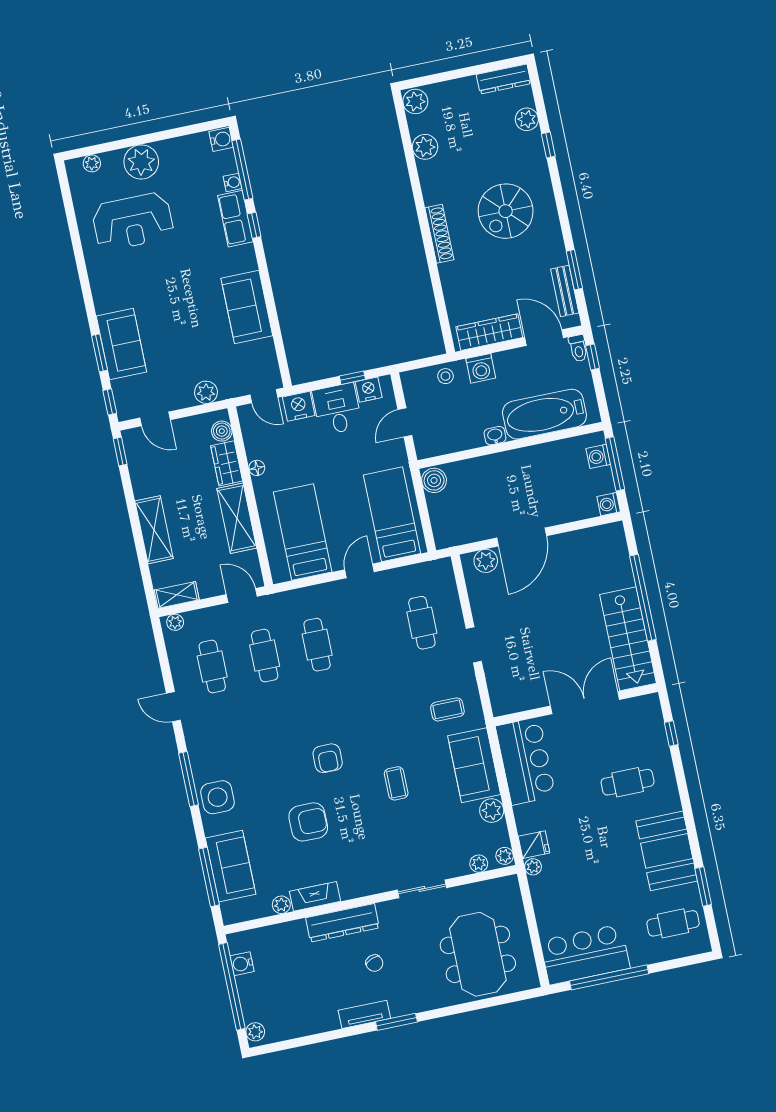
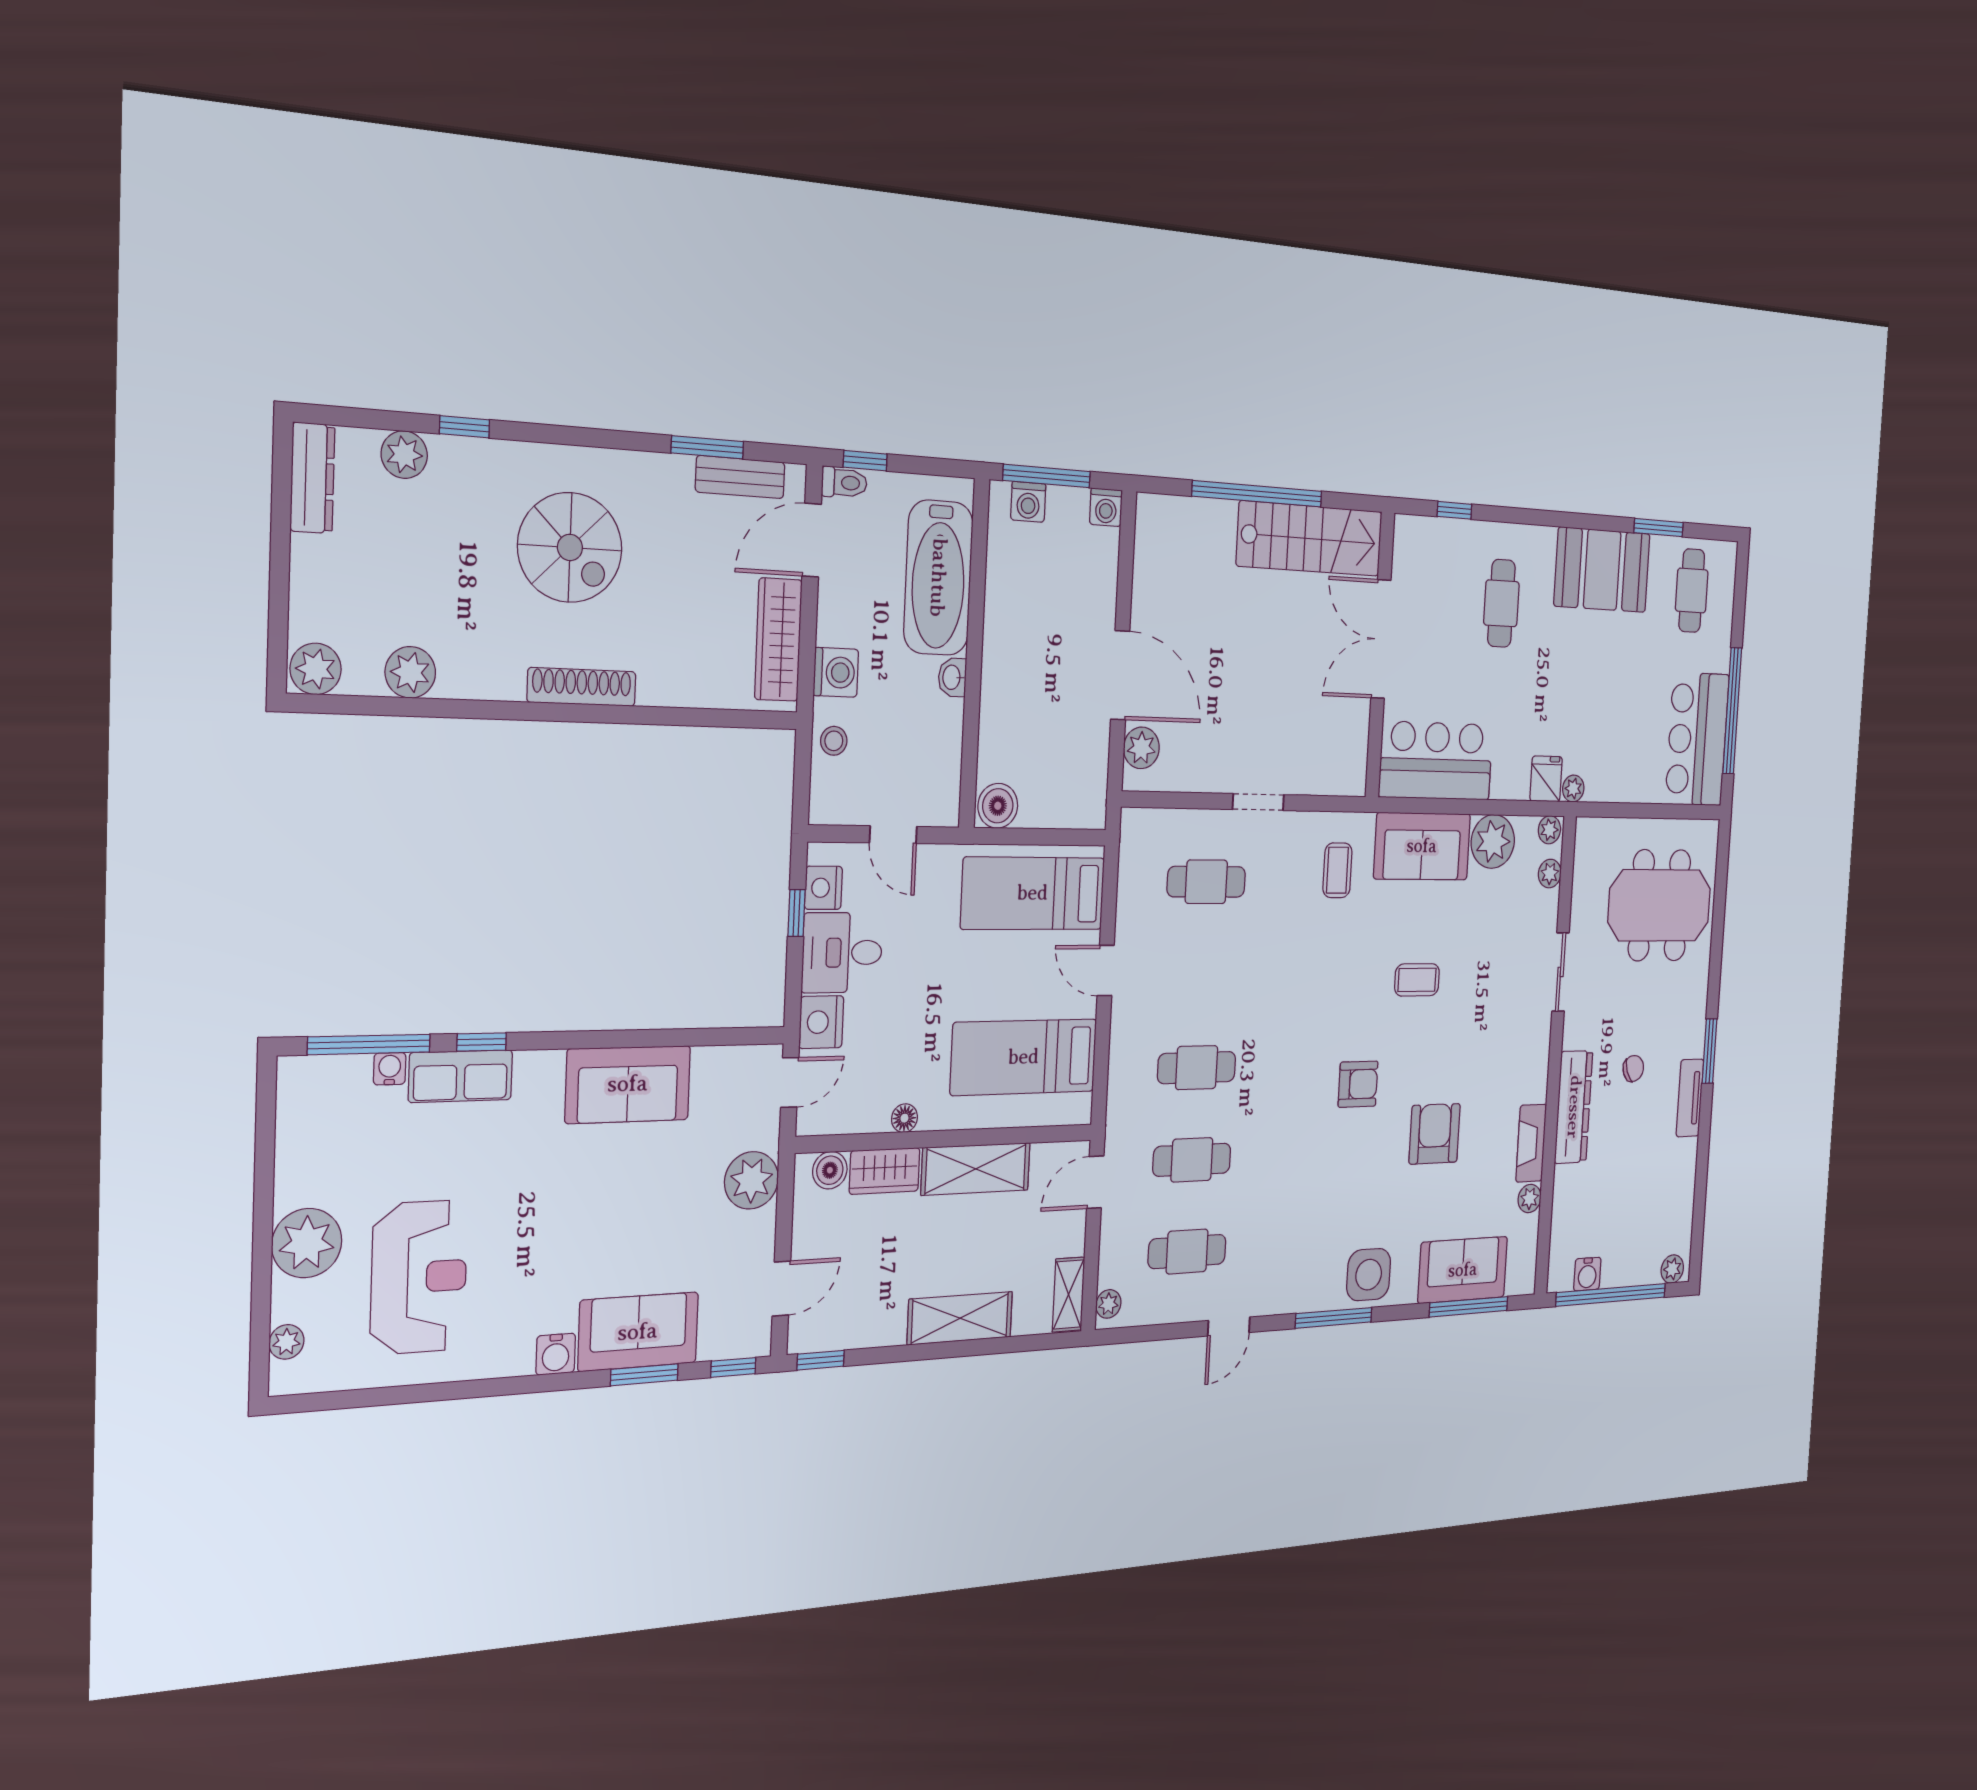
water cooler: (221, 139) -> (556, 1354), moved, turned 180
plant: (206, 392) -> (751, 1180), width x1.36, depth x1.36
plant: (492, 811) -> (1493, 841), width x1.36, depth x1.36

